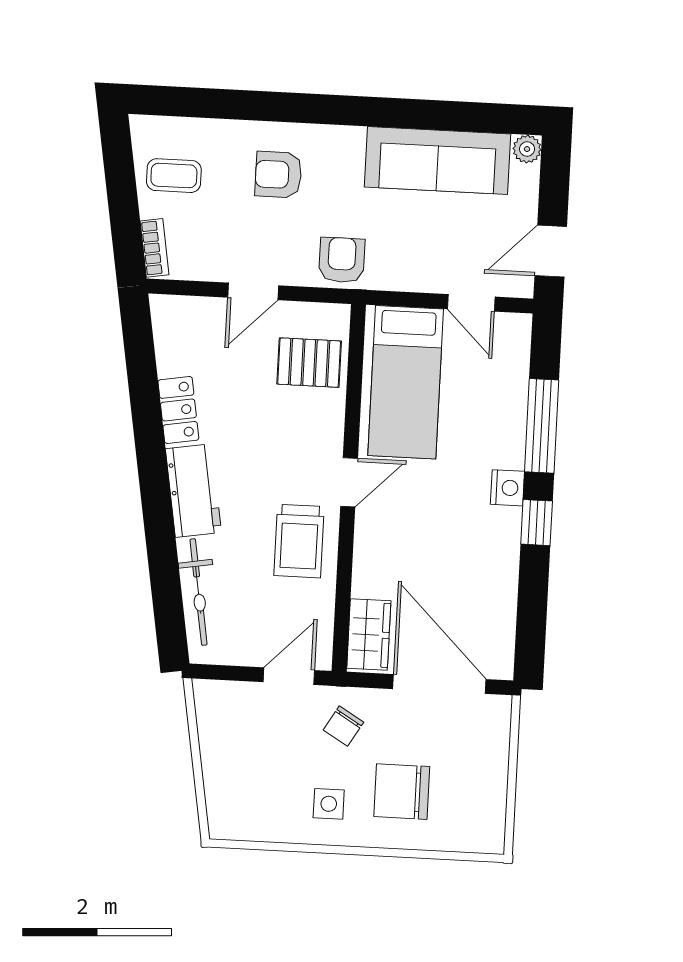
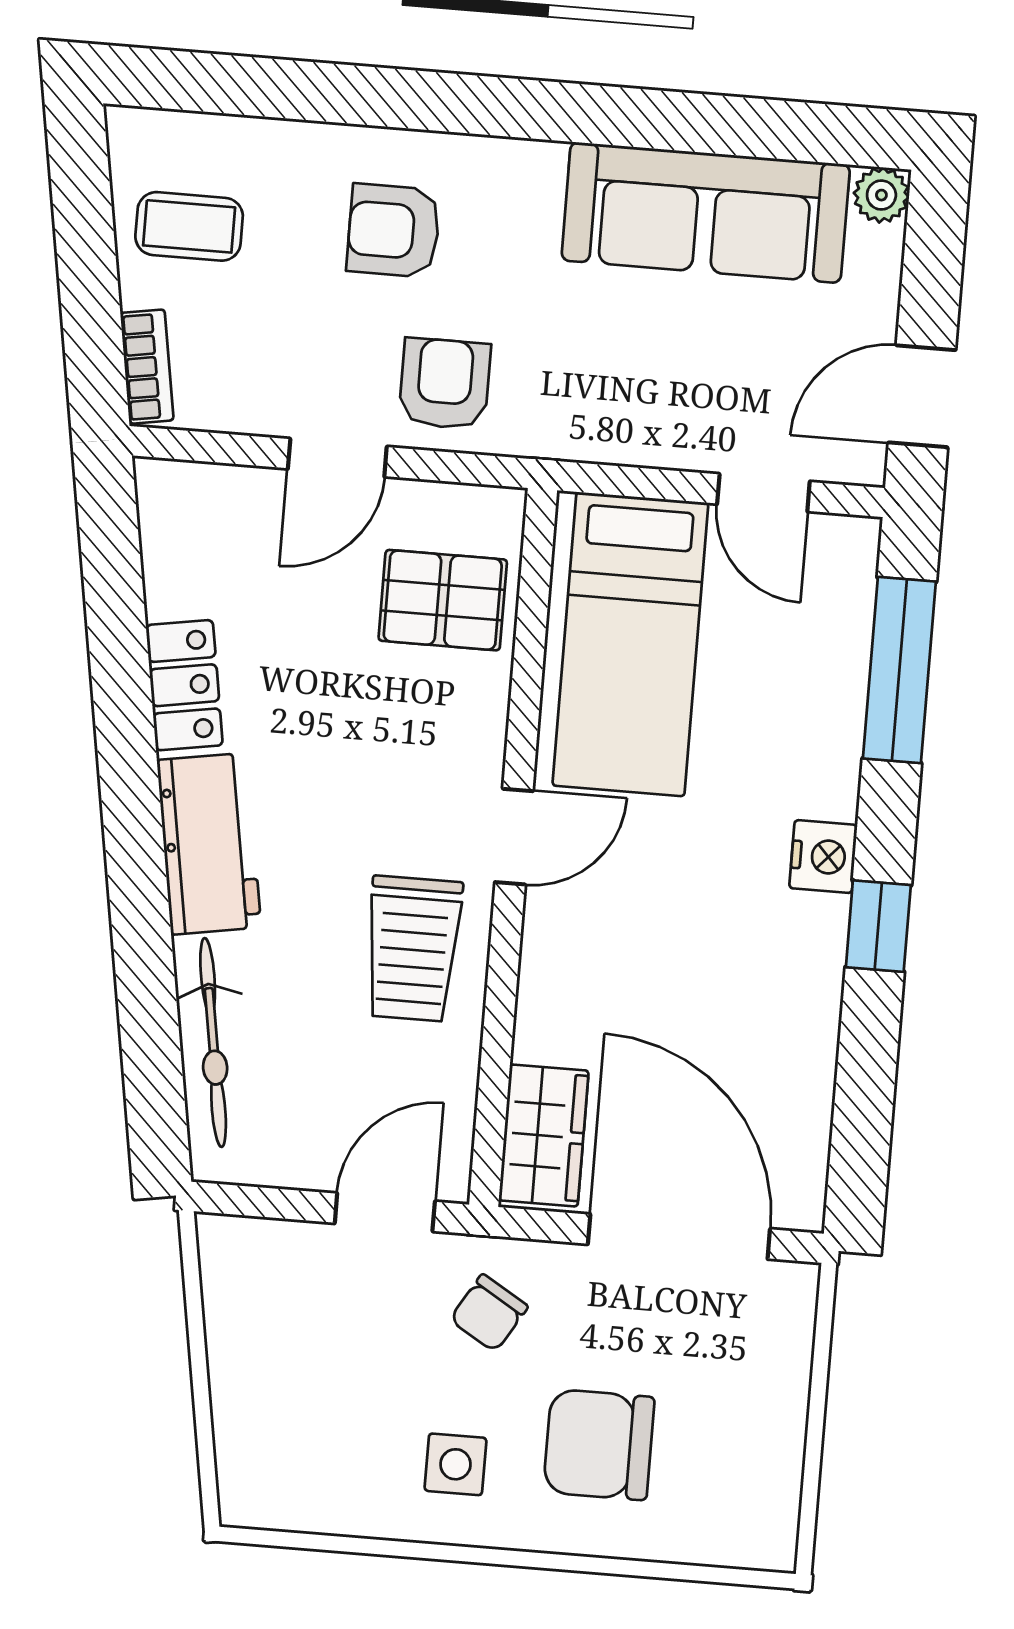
armchair: (342, 260) -> (445, 384), moved
window: (542, 426) -> (899, 670), moved

